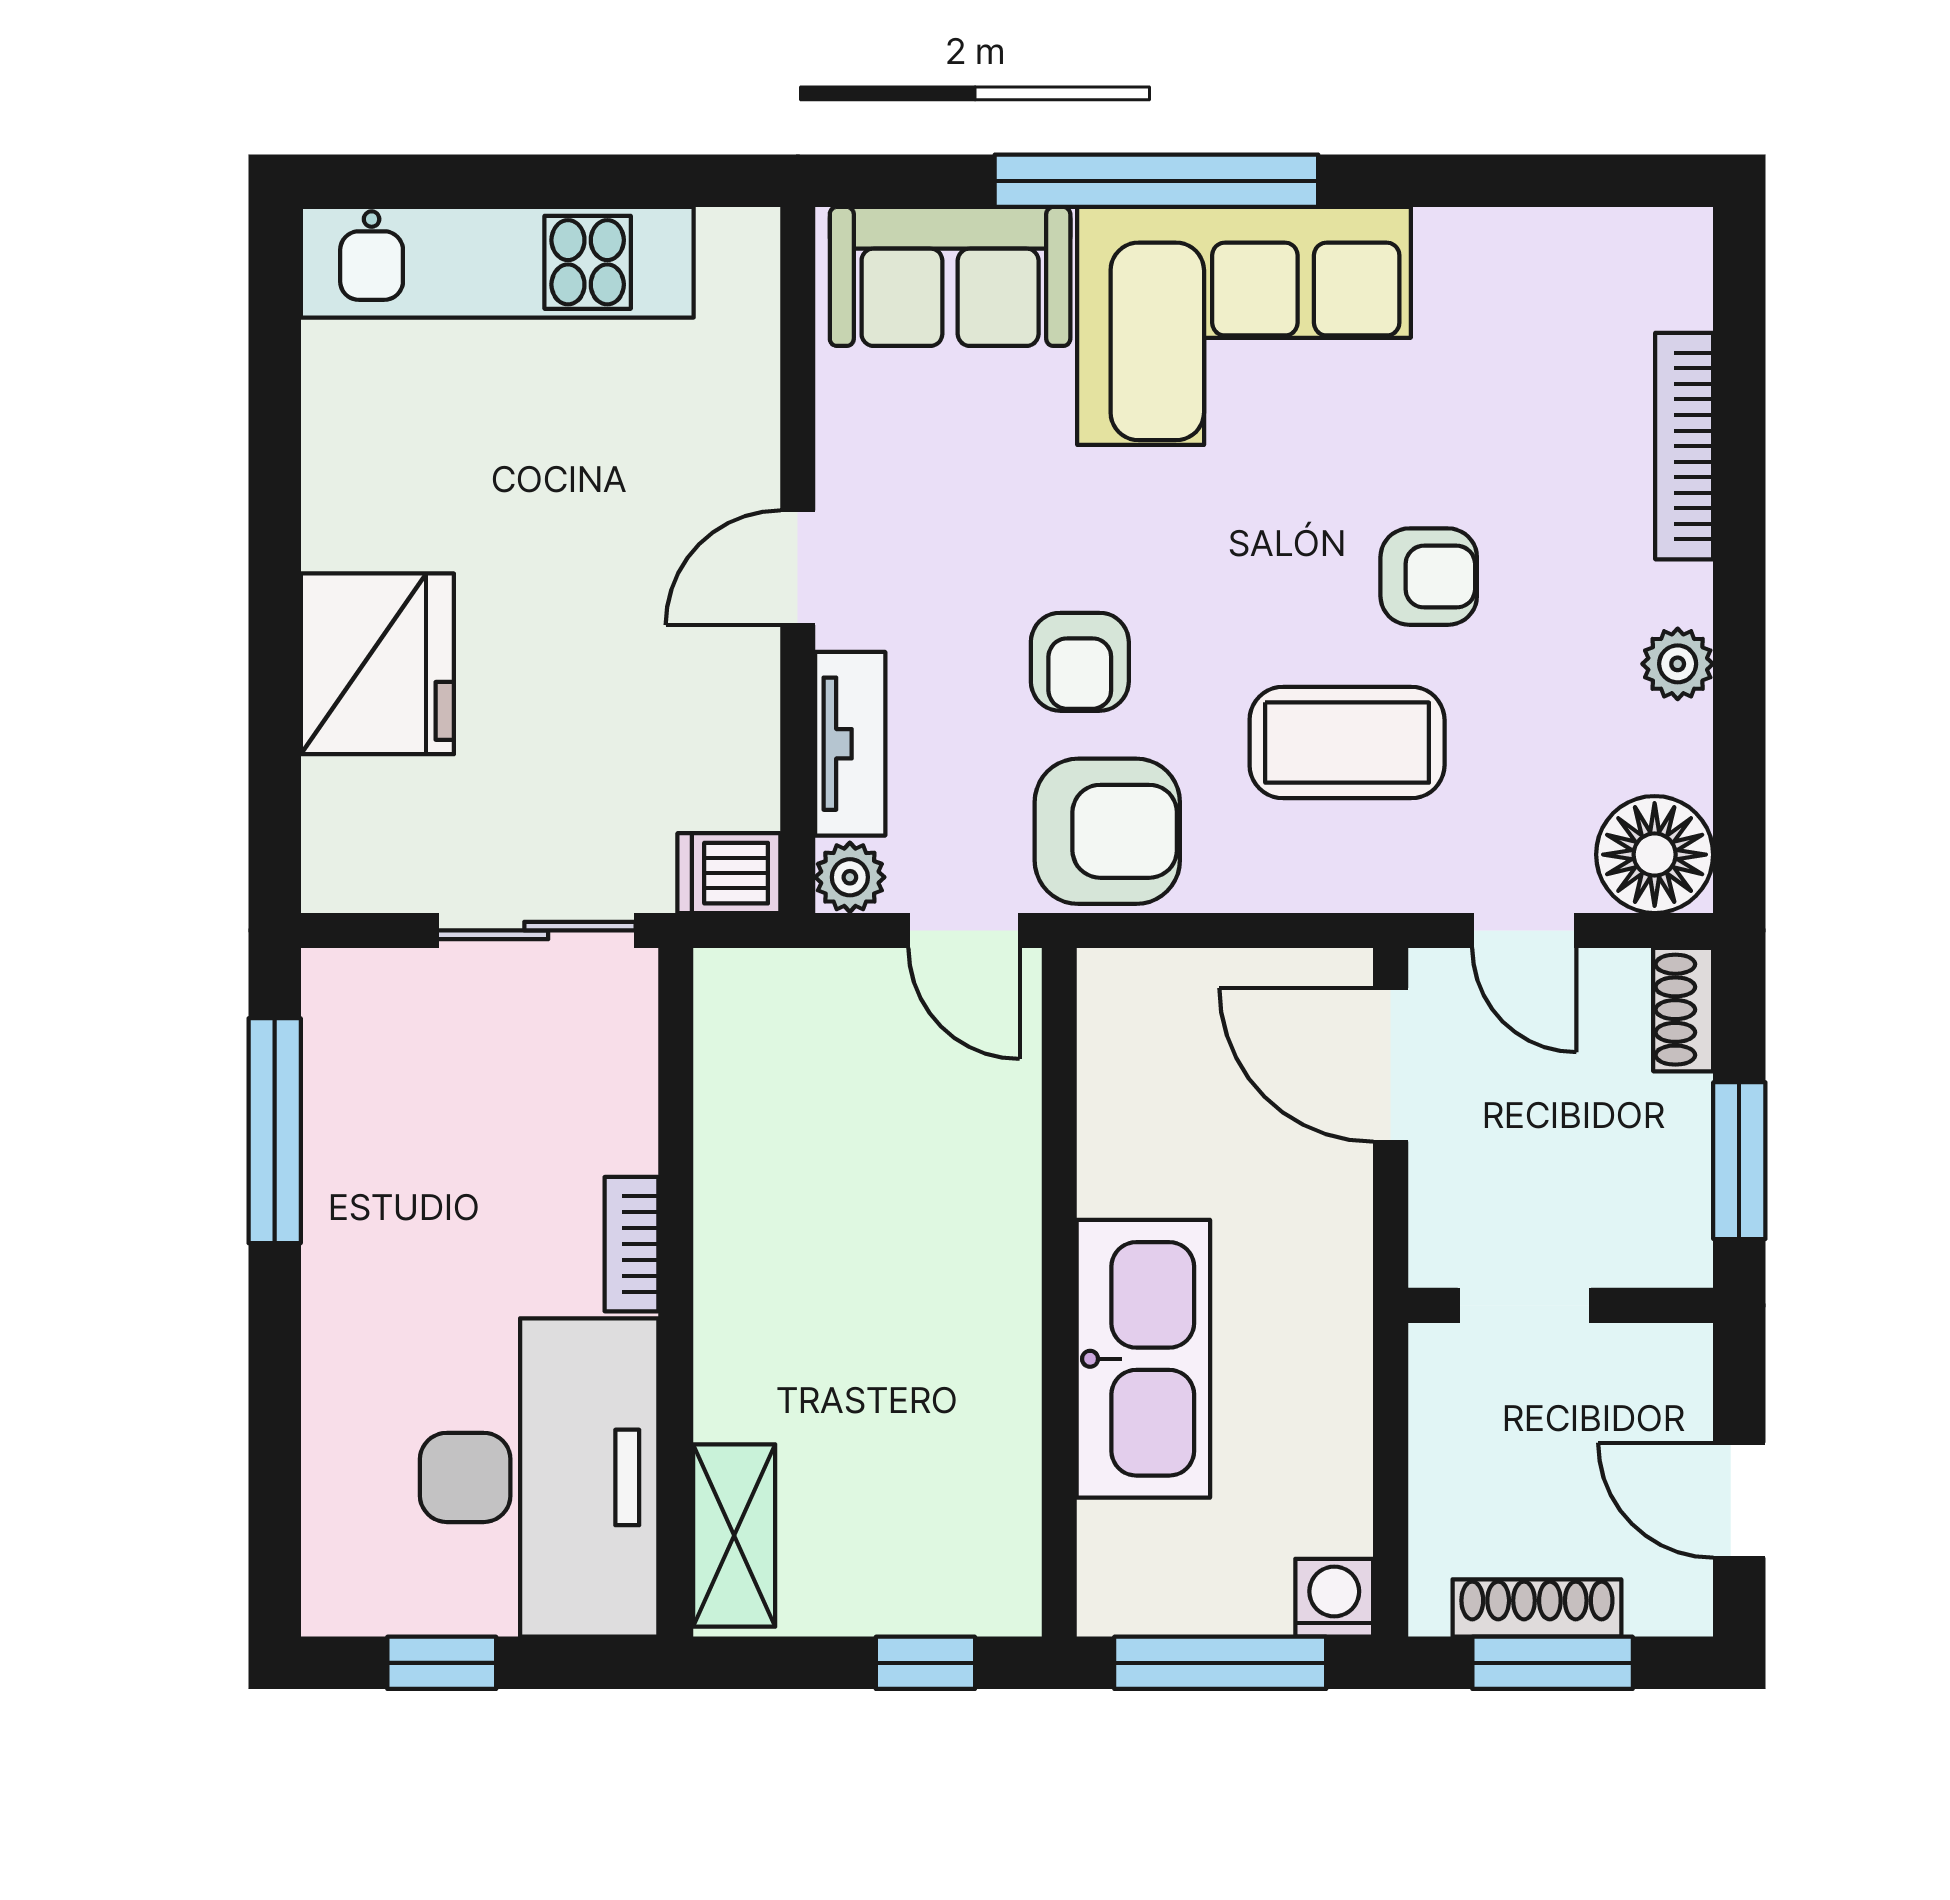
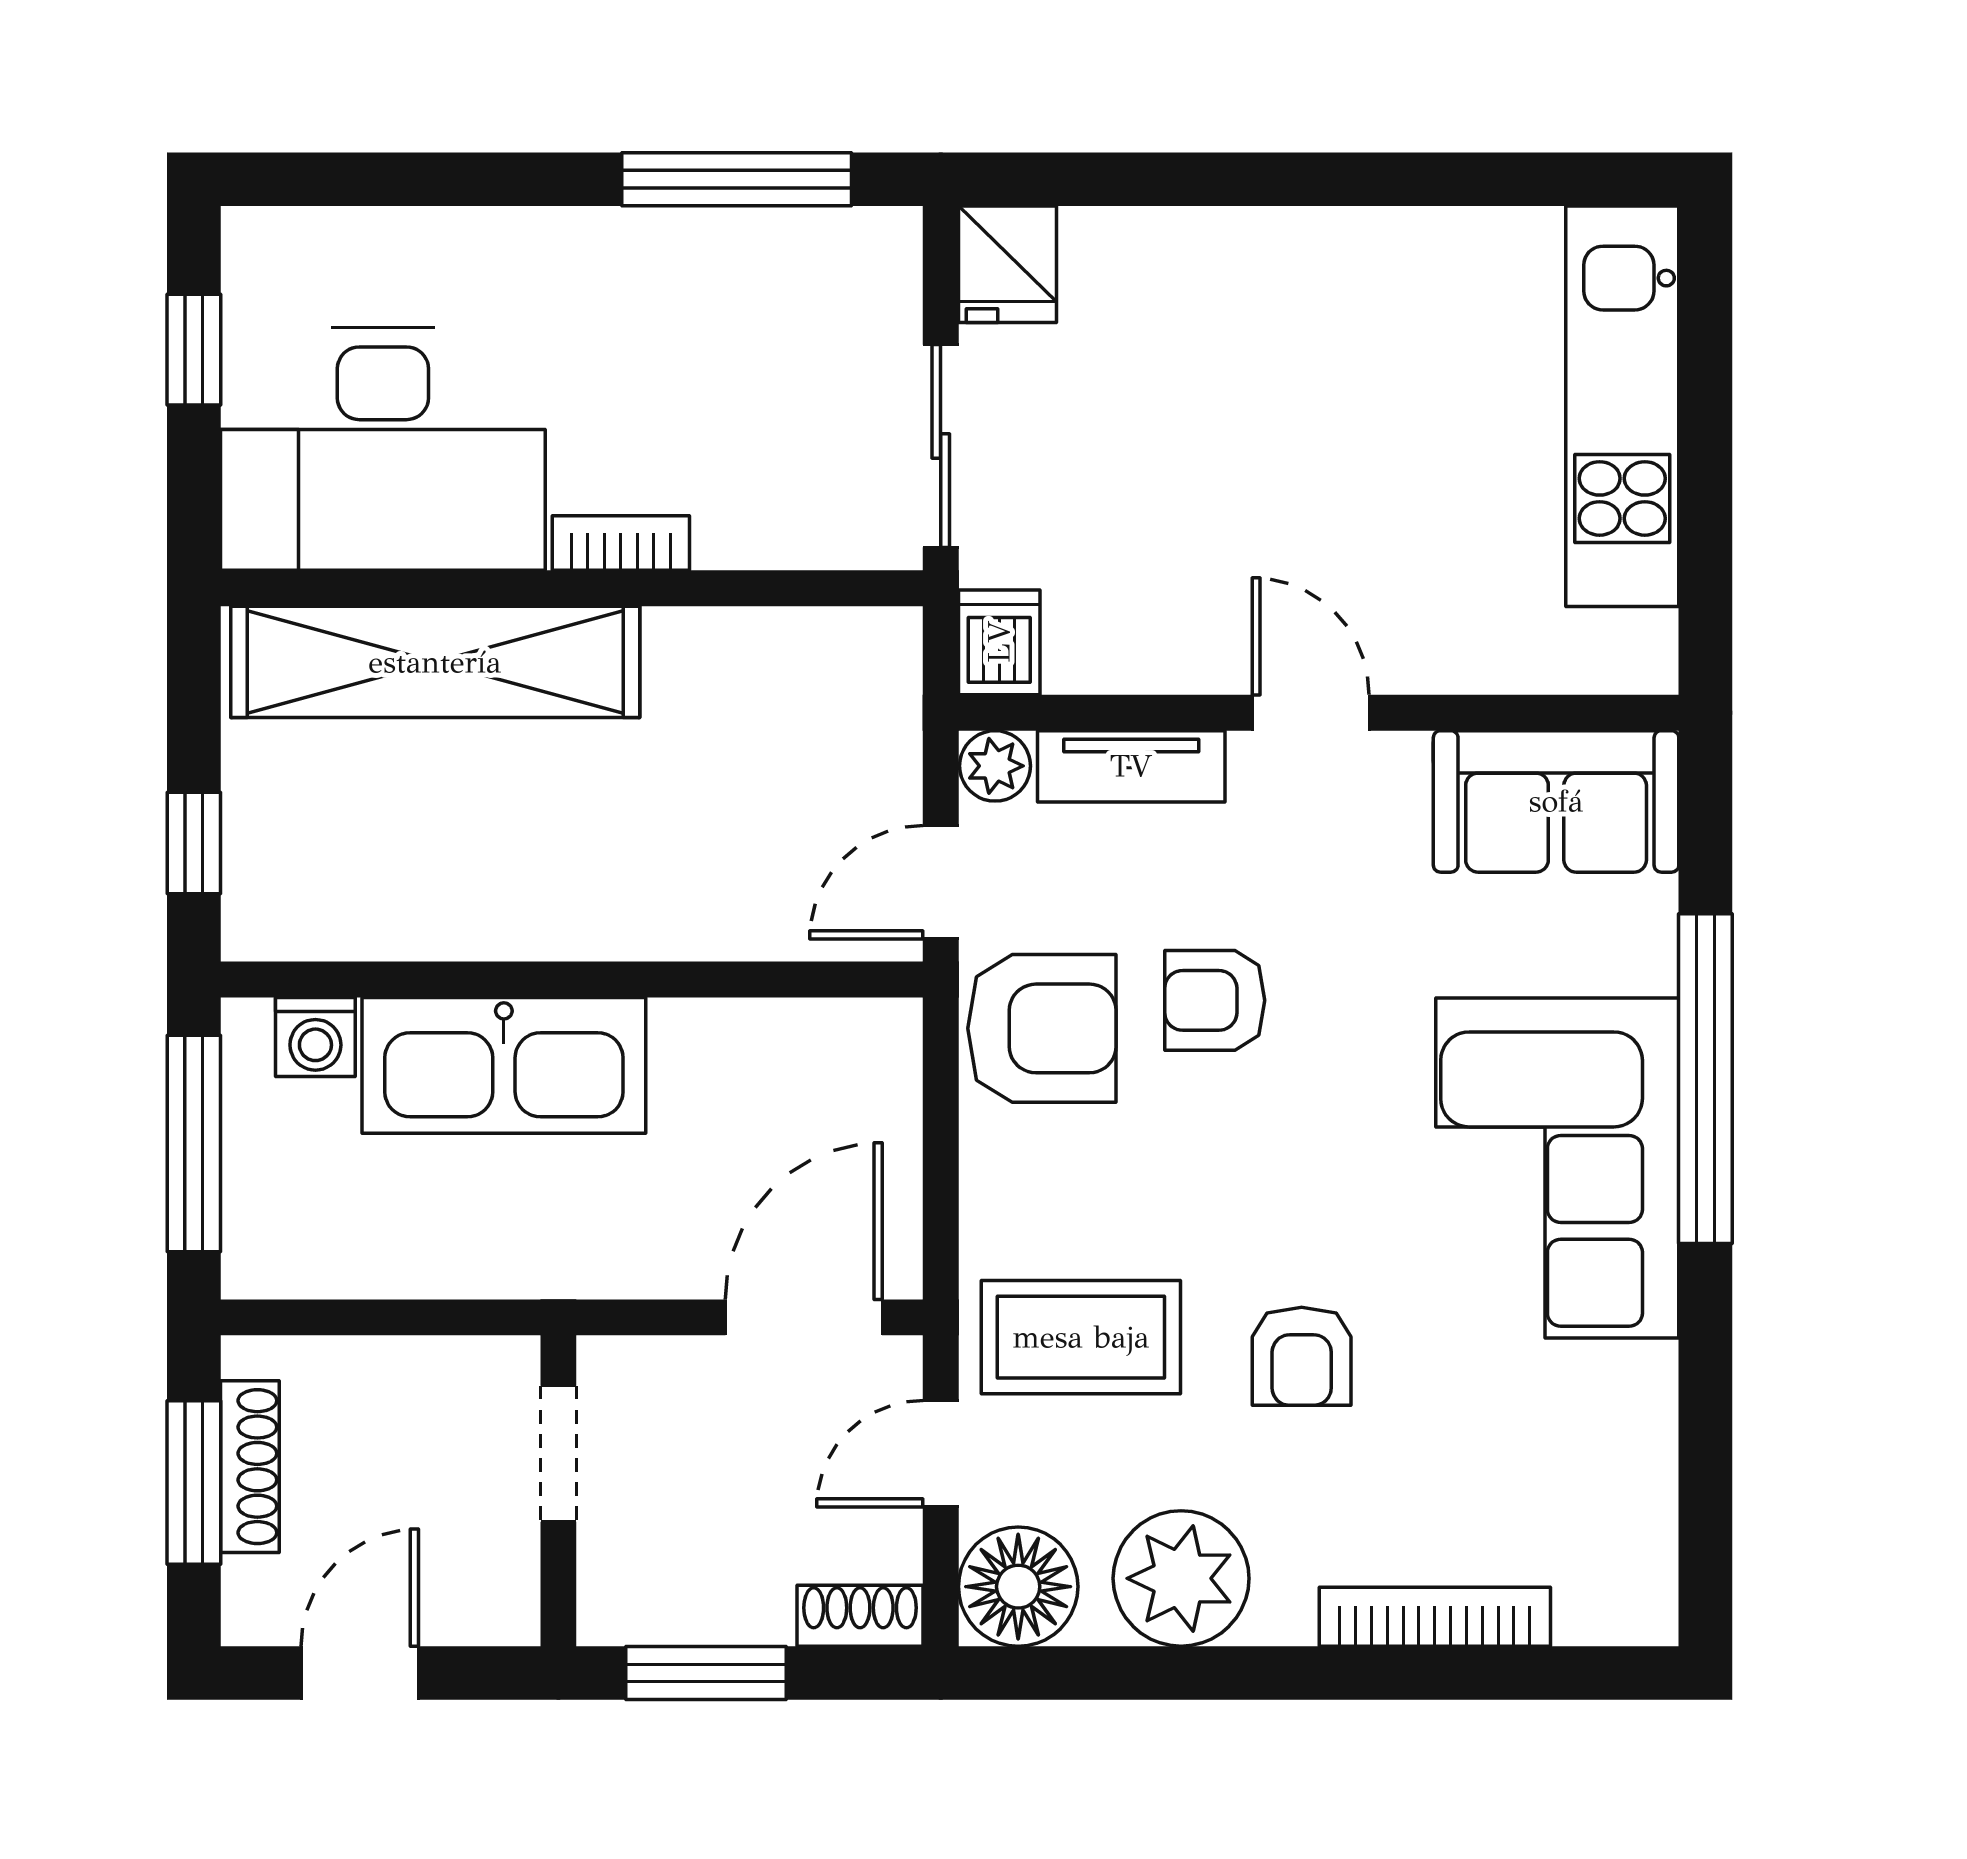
sofa: (950, 276) -> (1556, 801), moved, turned -90
fridge: (377, 664) -> (1007, 264), moved, width x0.53, depth x0.75
plant: (1678, 664) -> (1181, 1578), width x1.88, depth x1.88
coffee table: (1347, 743) -> (1081, 1337), moved, turned 90
armchair: (1107, 831) -> (1042, 1028), turned -90
shelving: (734, 1535) -> (435, 662), width x2.20, depth x1.33
washing machine: (1334, 1598) -> (315, 1037), moved, turned 90

